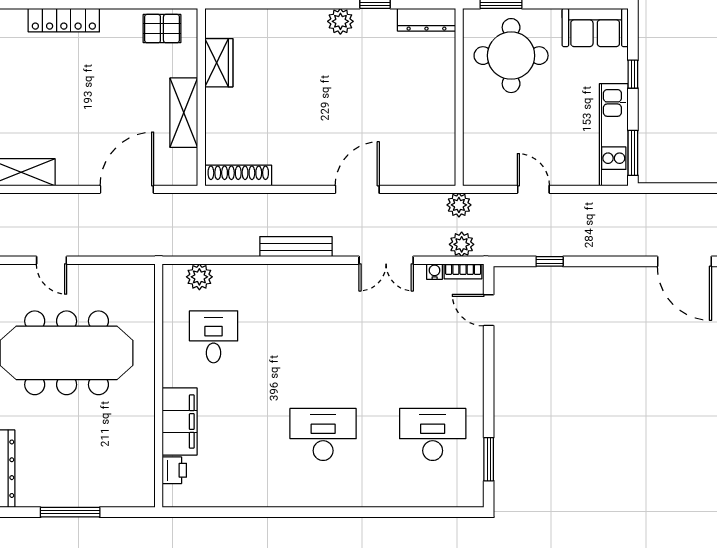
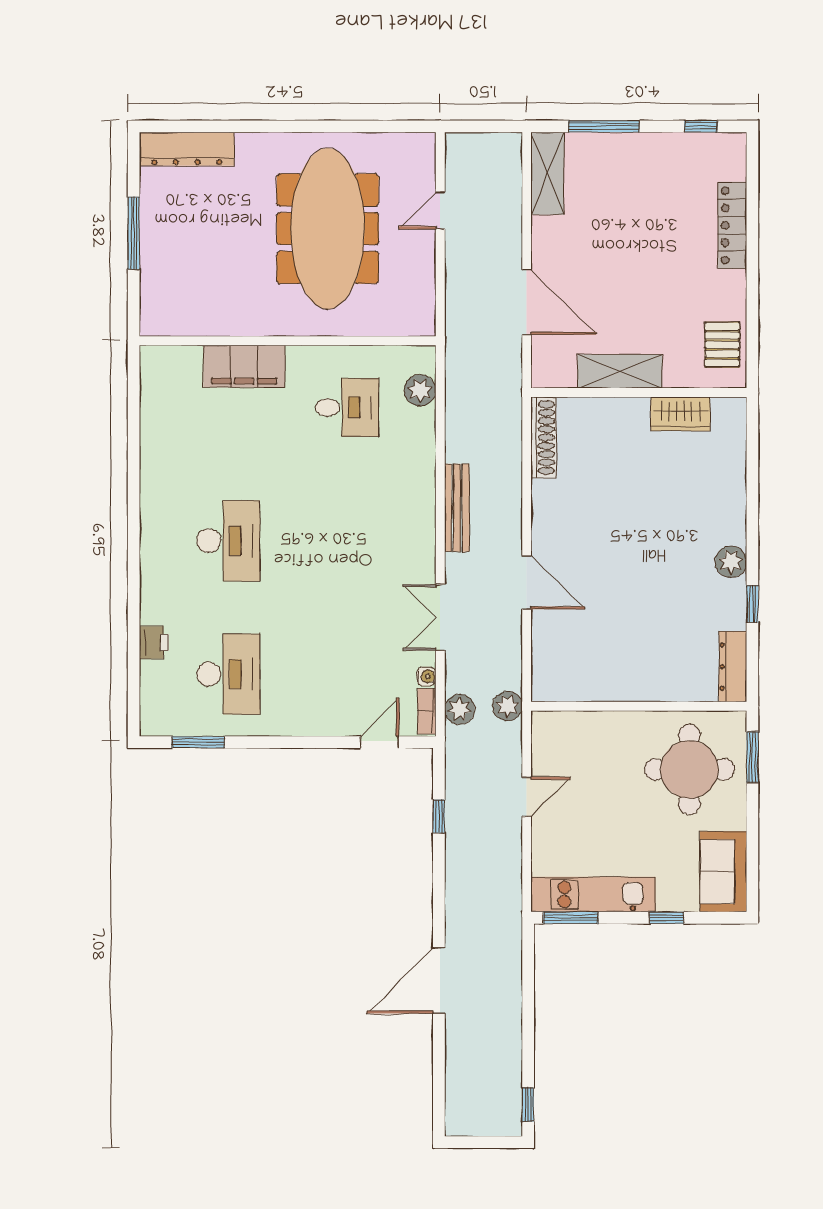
printer: (174, 470) -> (154, 643), moved, turned -90

